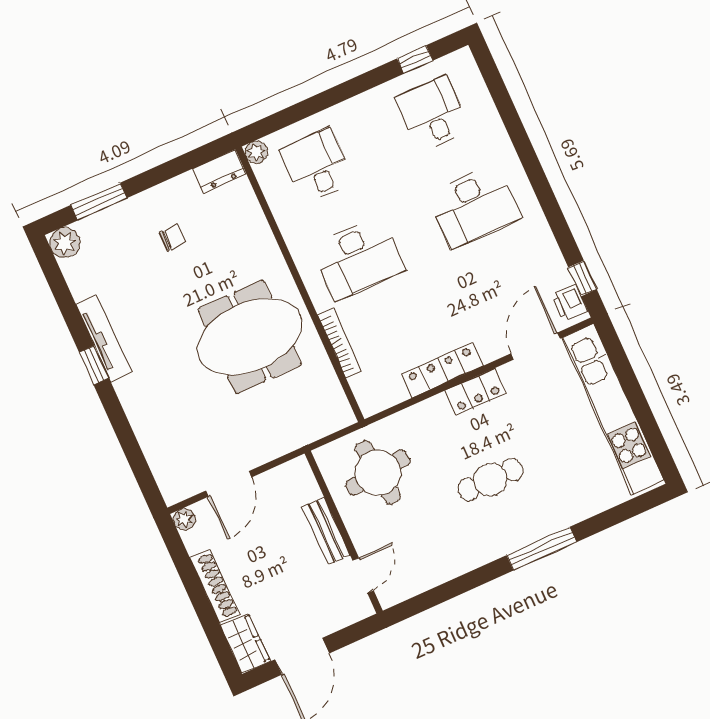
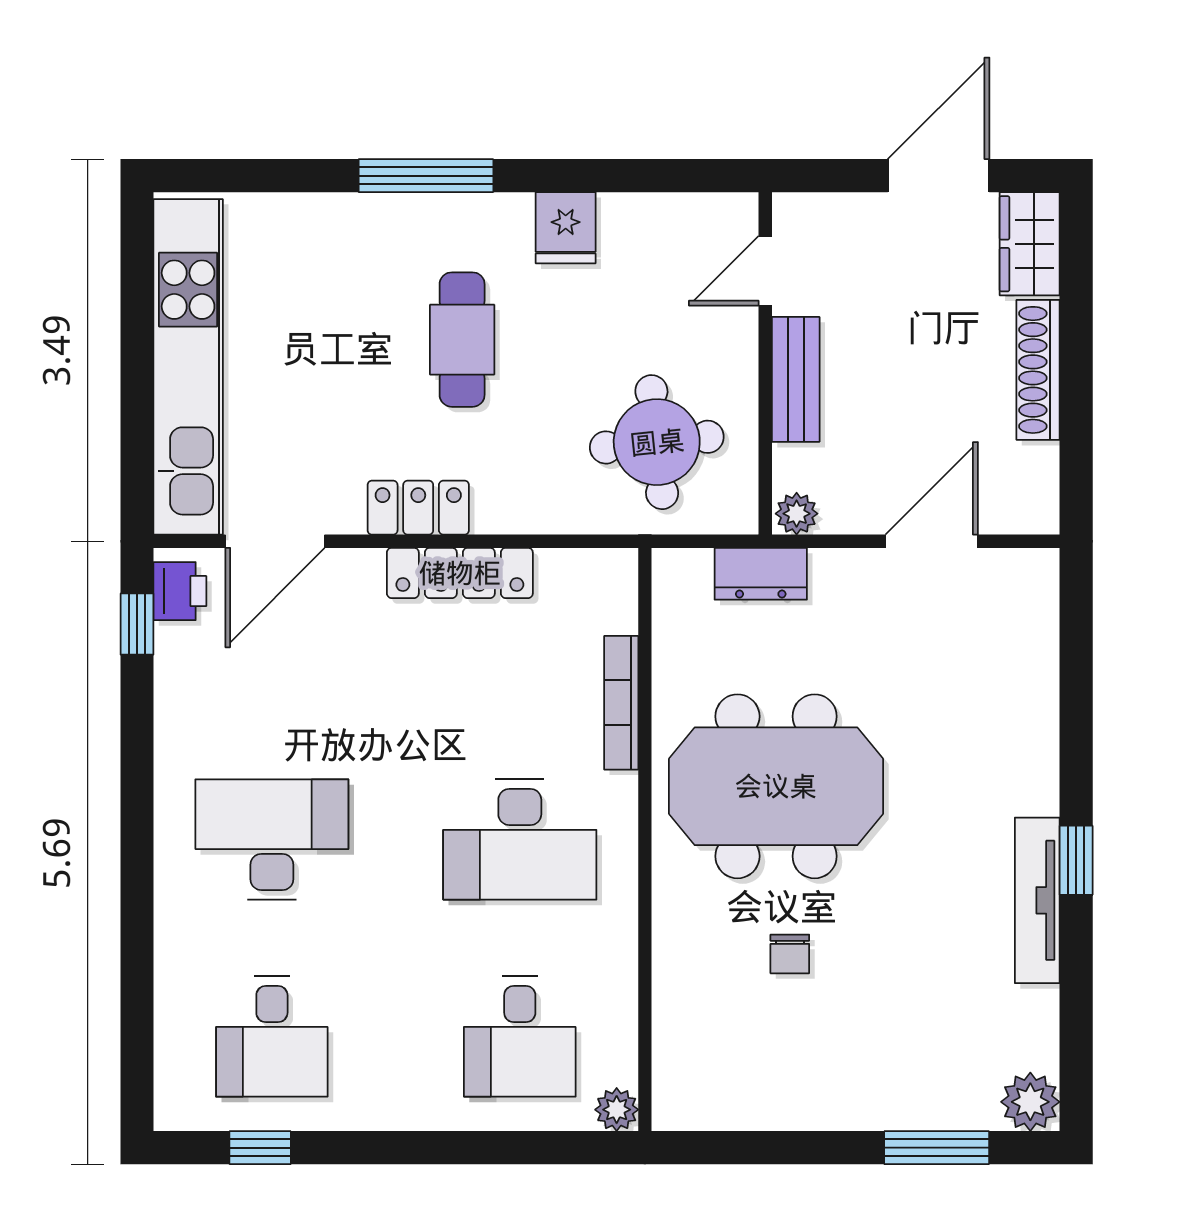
dresser: (219, 171) -> (761, 574), moved, turned 180
chair: (172, 237) -> (790, 954), moved, turned -90
desk: (358, 258) -> (520, 839), turned 180
cafe table: (490, 480) -> (462, 340), turned 90
plant: (184, 519) -> (797, 514), moved
fridge: (465, 554) -> (566, 228), added

